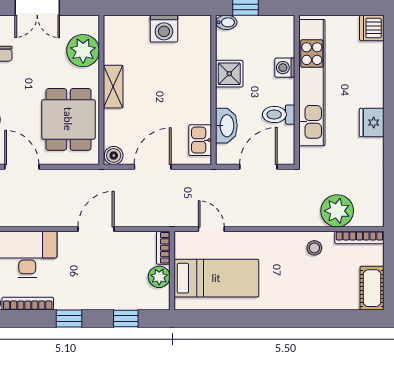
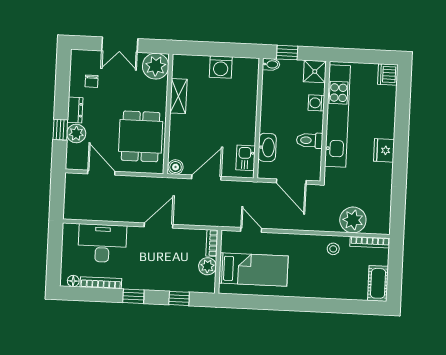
plant: (83, 51) -> (156, 66), moved
shower: (229, 74) -> (315, 71), moved
shelving: (113, 87) -> (178, 96), moved
door: (258, 167) -> (291, 182), swing flipped

